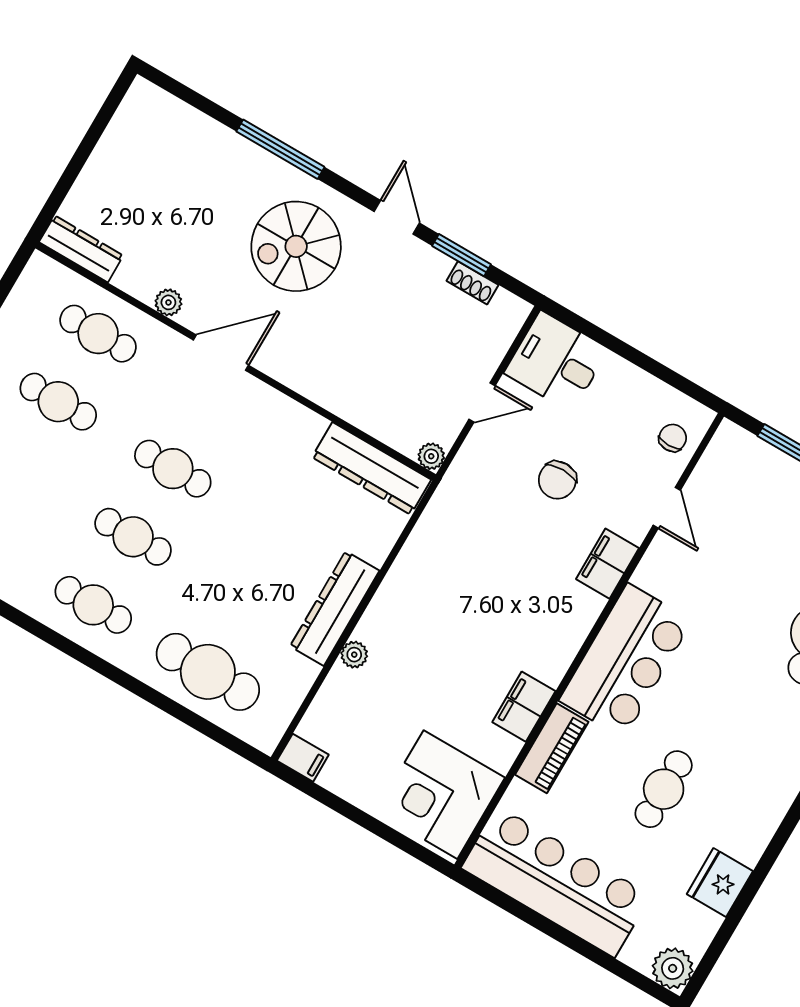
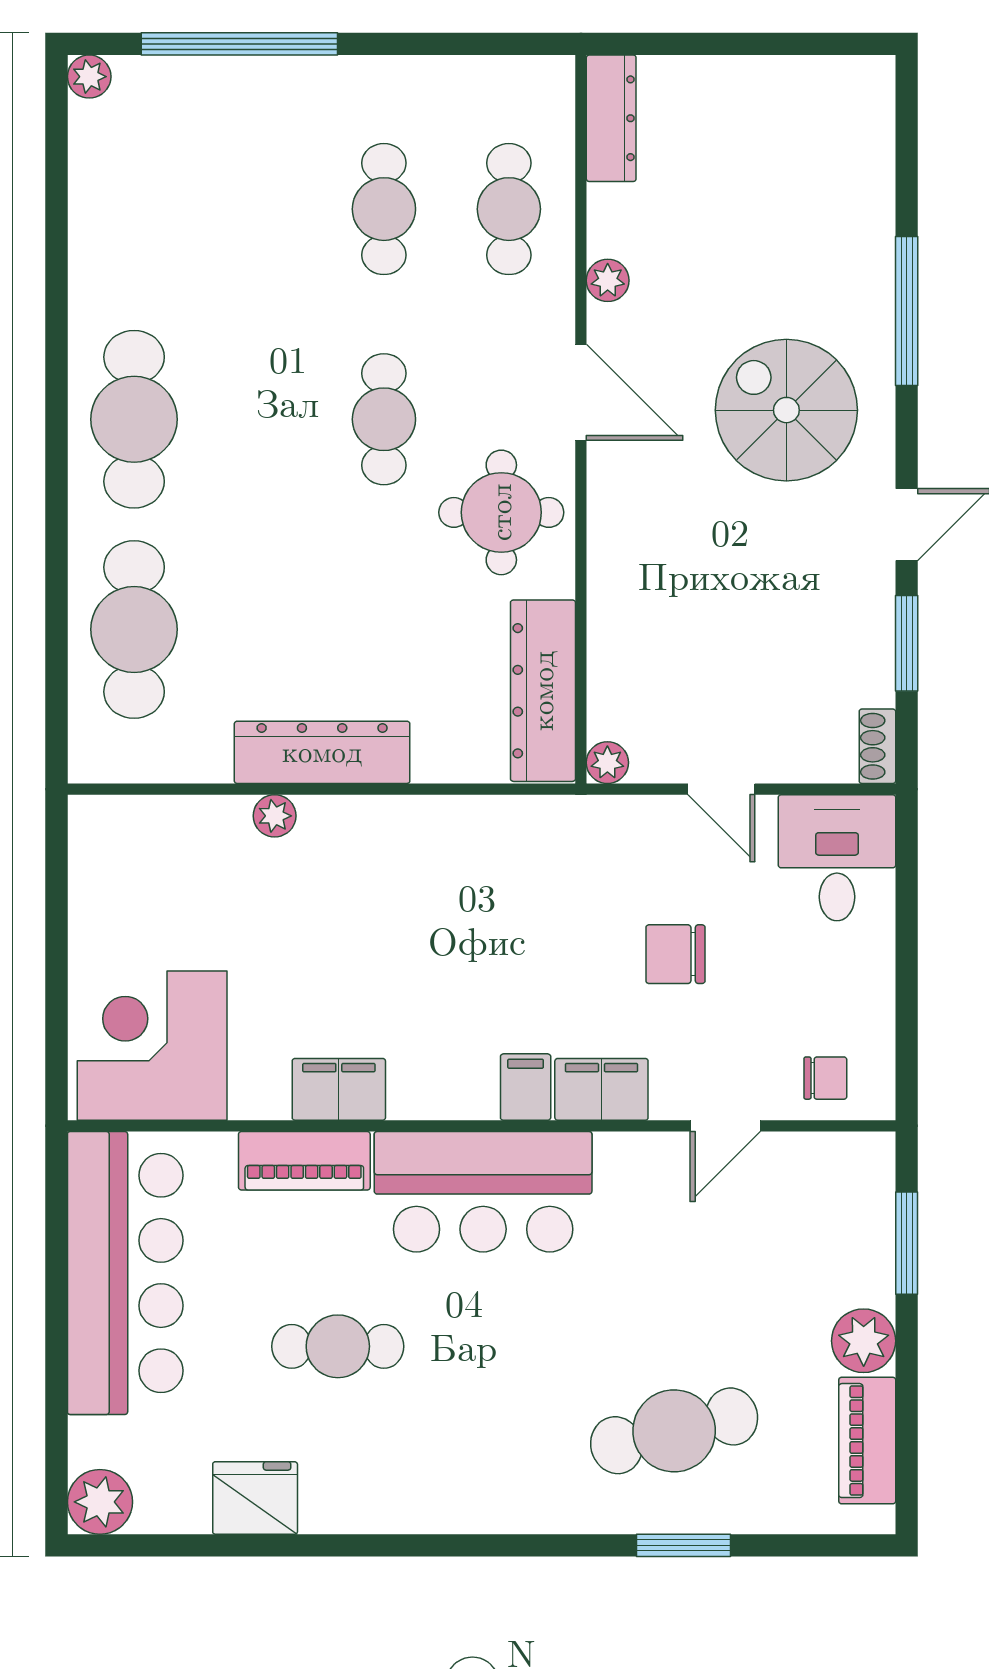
shoe rack: (472, 283) -> (877, 746), moved
round table: (261, 434) -> (501, 512), added
cafe table: (133, 537) -> (259, 419), removed
cafe table: (93, 605) -> (134, 419), width x1.37, depth x1.35
filing cabinet: (303, 758) -> (526, 1087), moved, turned 180

